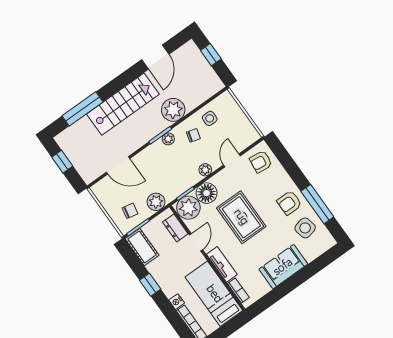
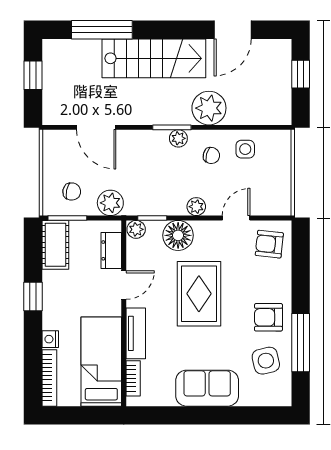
plant: (188, 208) -> (136, 229), width x0.53, depth x0.53

